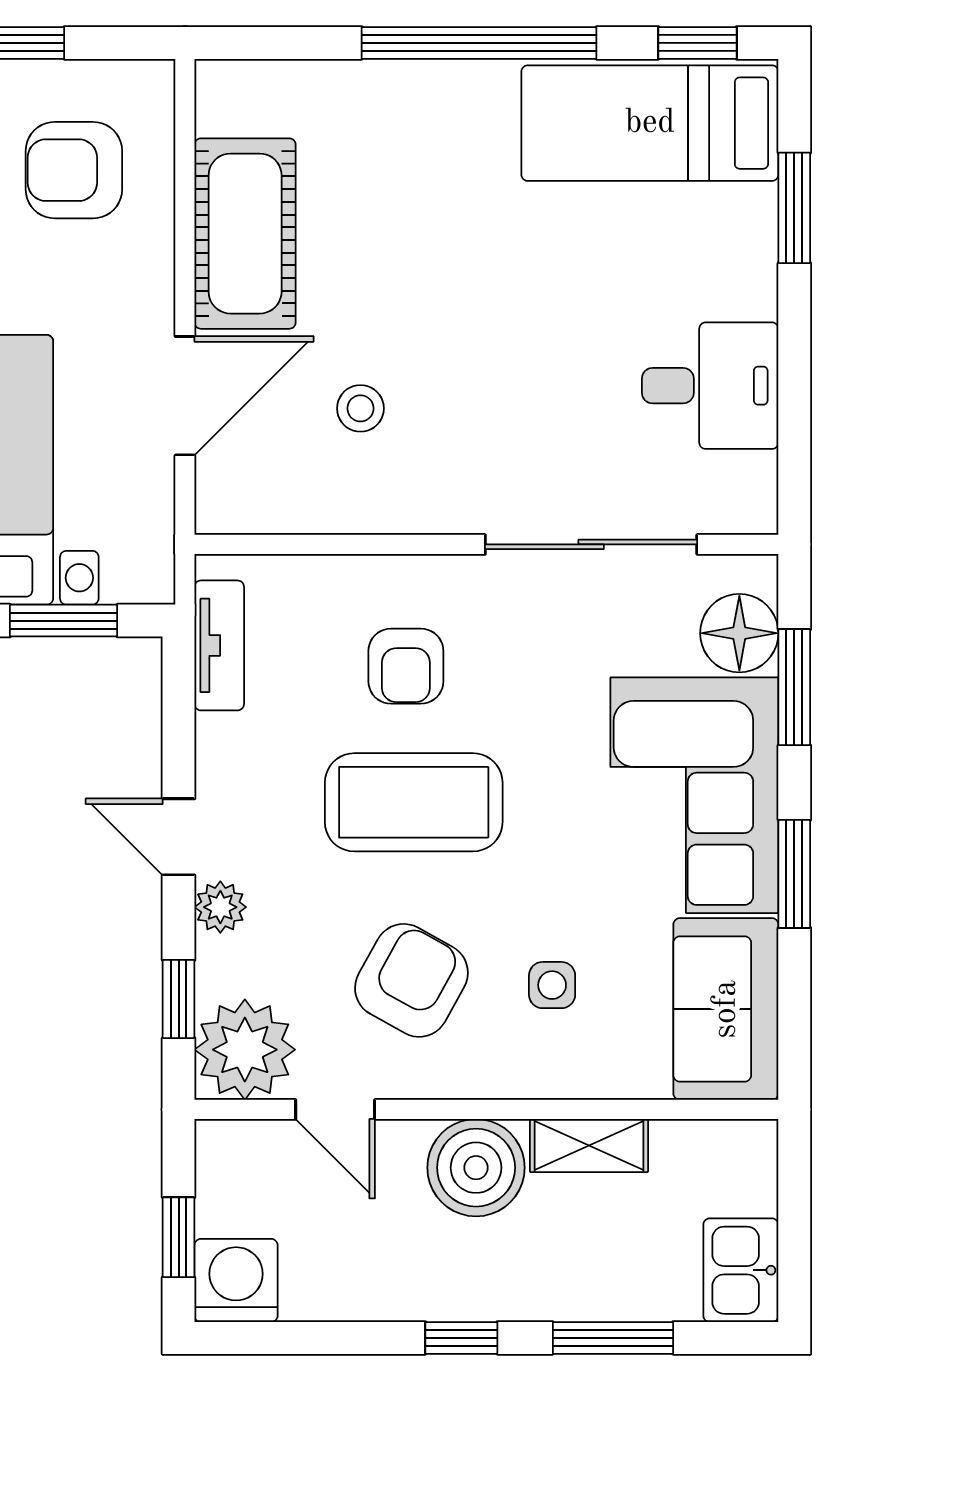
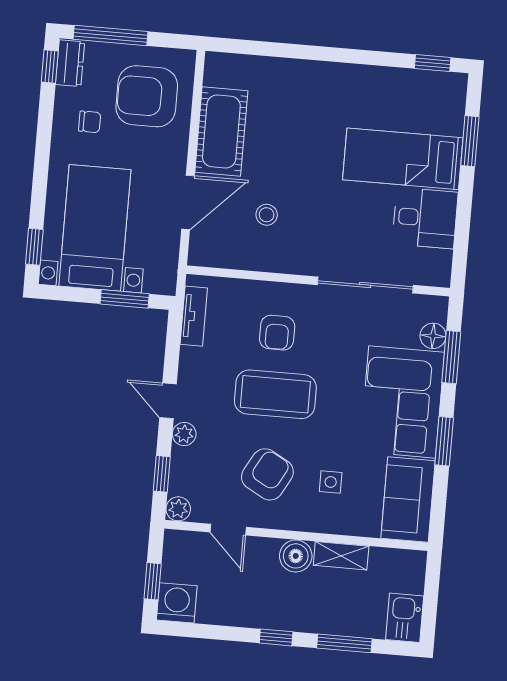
window: (479, 43) -> (334, 55), removed
bed: (650, 123) -> (403, 159), moved
armchair: (74, 170) -> (147, 96), width x1.36, depth x1.36
floor lamp: (739, 633) -> (433, 336), width x0.73, depth x0.73
plant: (245, 1050) -> (178, 509), width x0.53, depth x0.53
boiler: (476, 1168) -> (296, 556), width x0.73, depth x0.73

